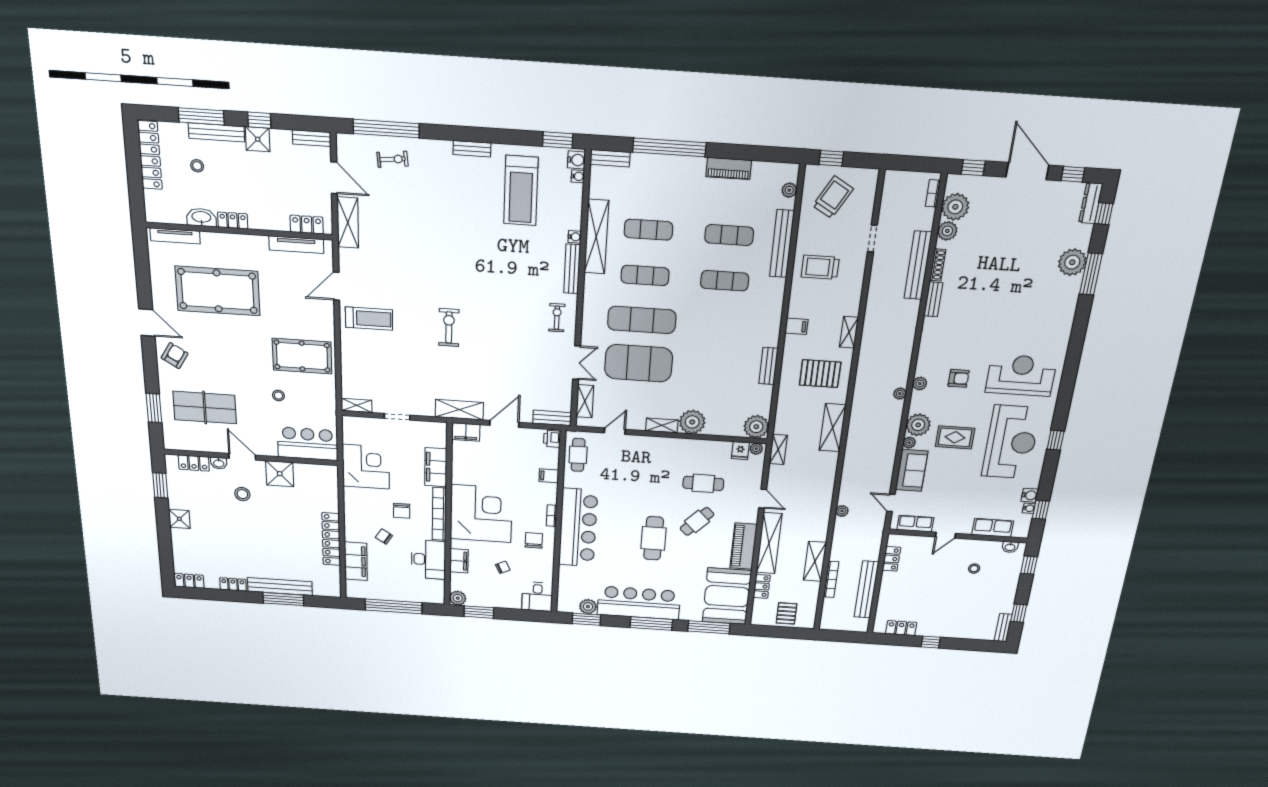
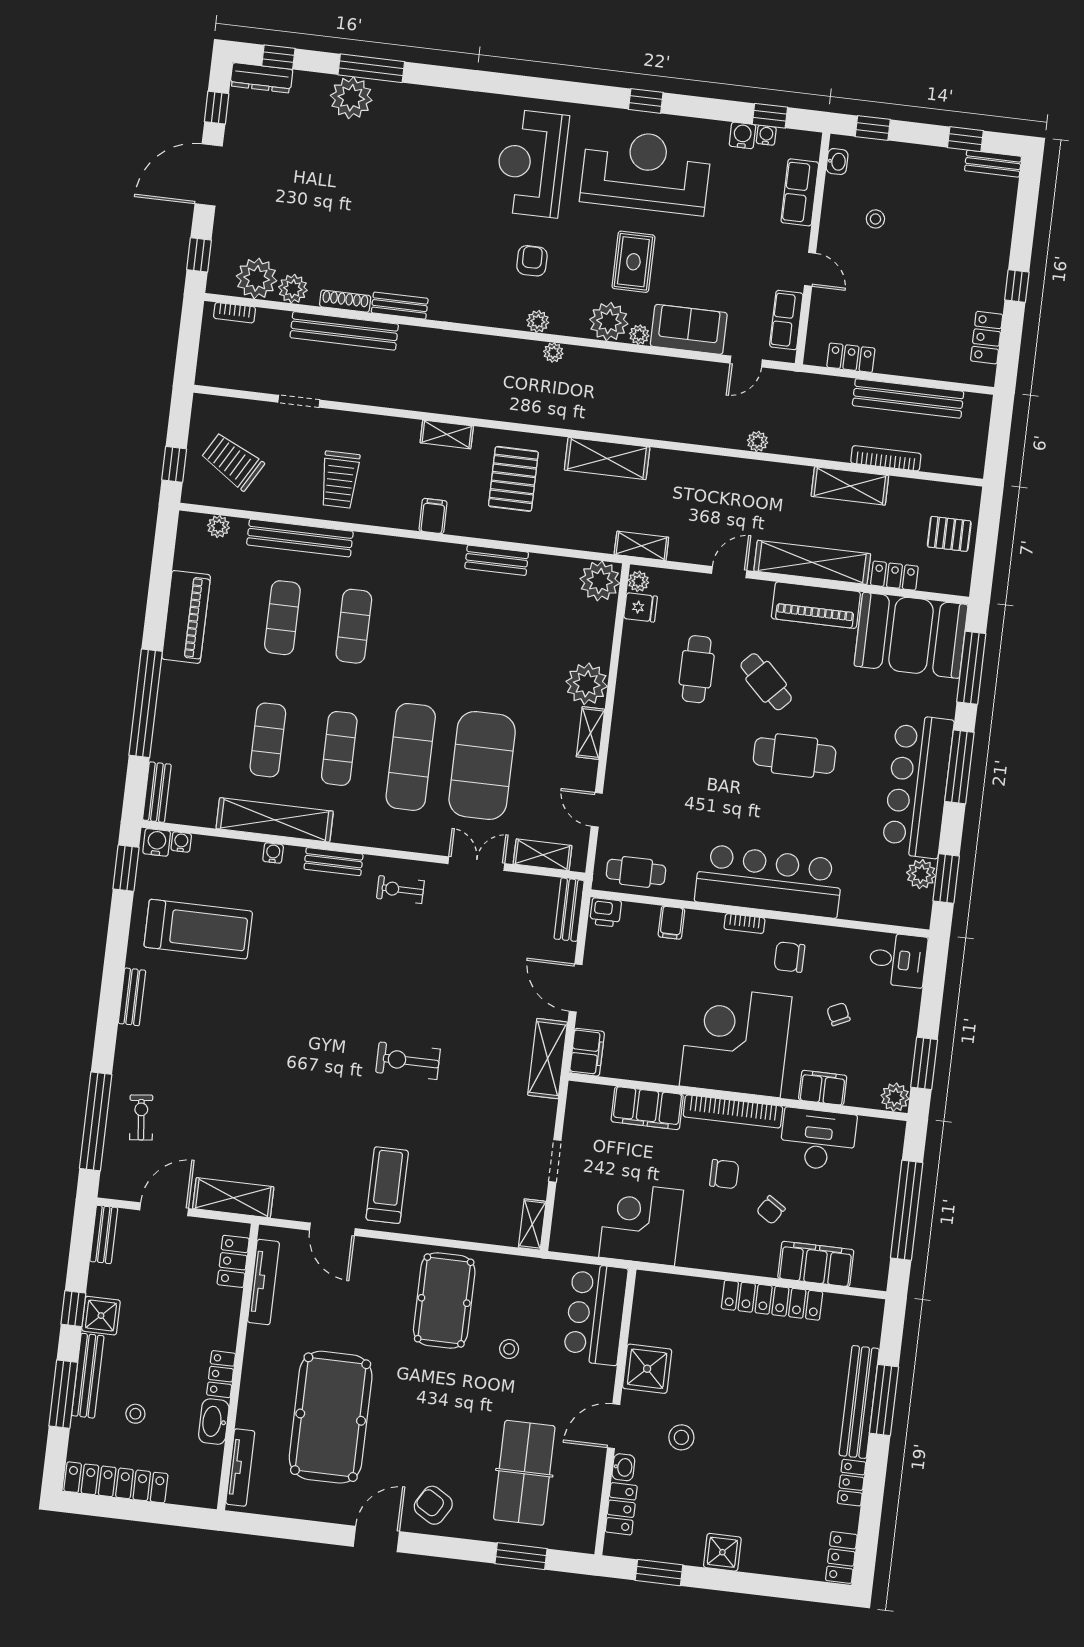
piano: (729, 168) -> (186, 617), width x1.37, depth x1.33
bench: (572, 269) -> (334, 862), width x0.73

